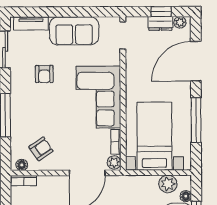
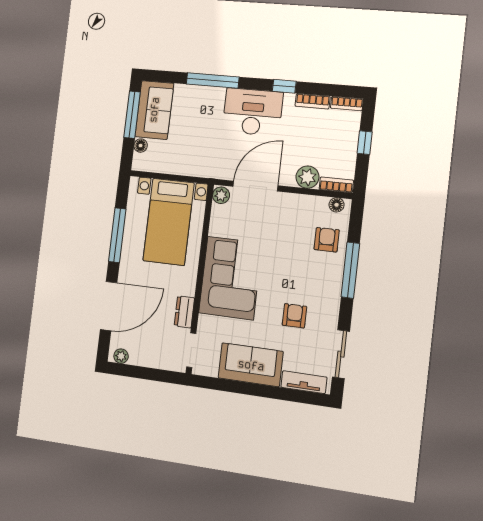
window: (161, 12) -> (142, 373), removed
dresser: (160, 23) -> (184, 312), moved, turned -90
bookcase: (116, 142) -> (216, 220), removed
armchair: (41, 149) -> (327, 240), moved, turned 124
plant: (168, 184) -> (307, 177), moved

